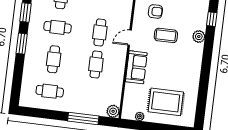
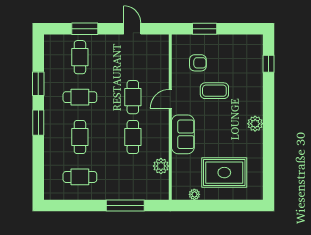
plant: (199, 37) -> (255, 124), moved
plant: (113, 111) -> (161, 166), moved

